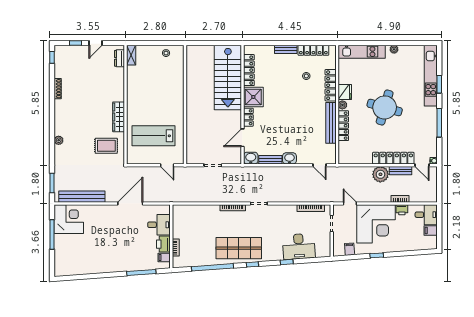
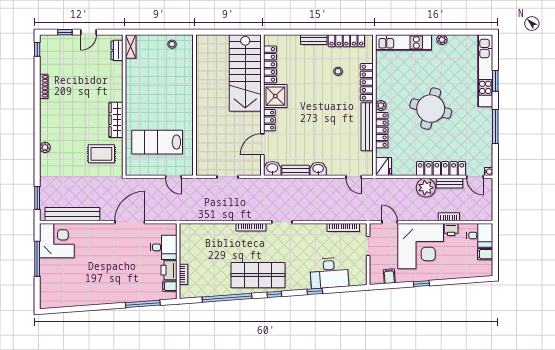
fridge: (345, 92) -> (384, 166), moved

